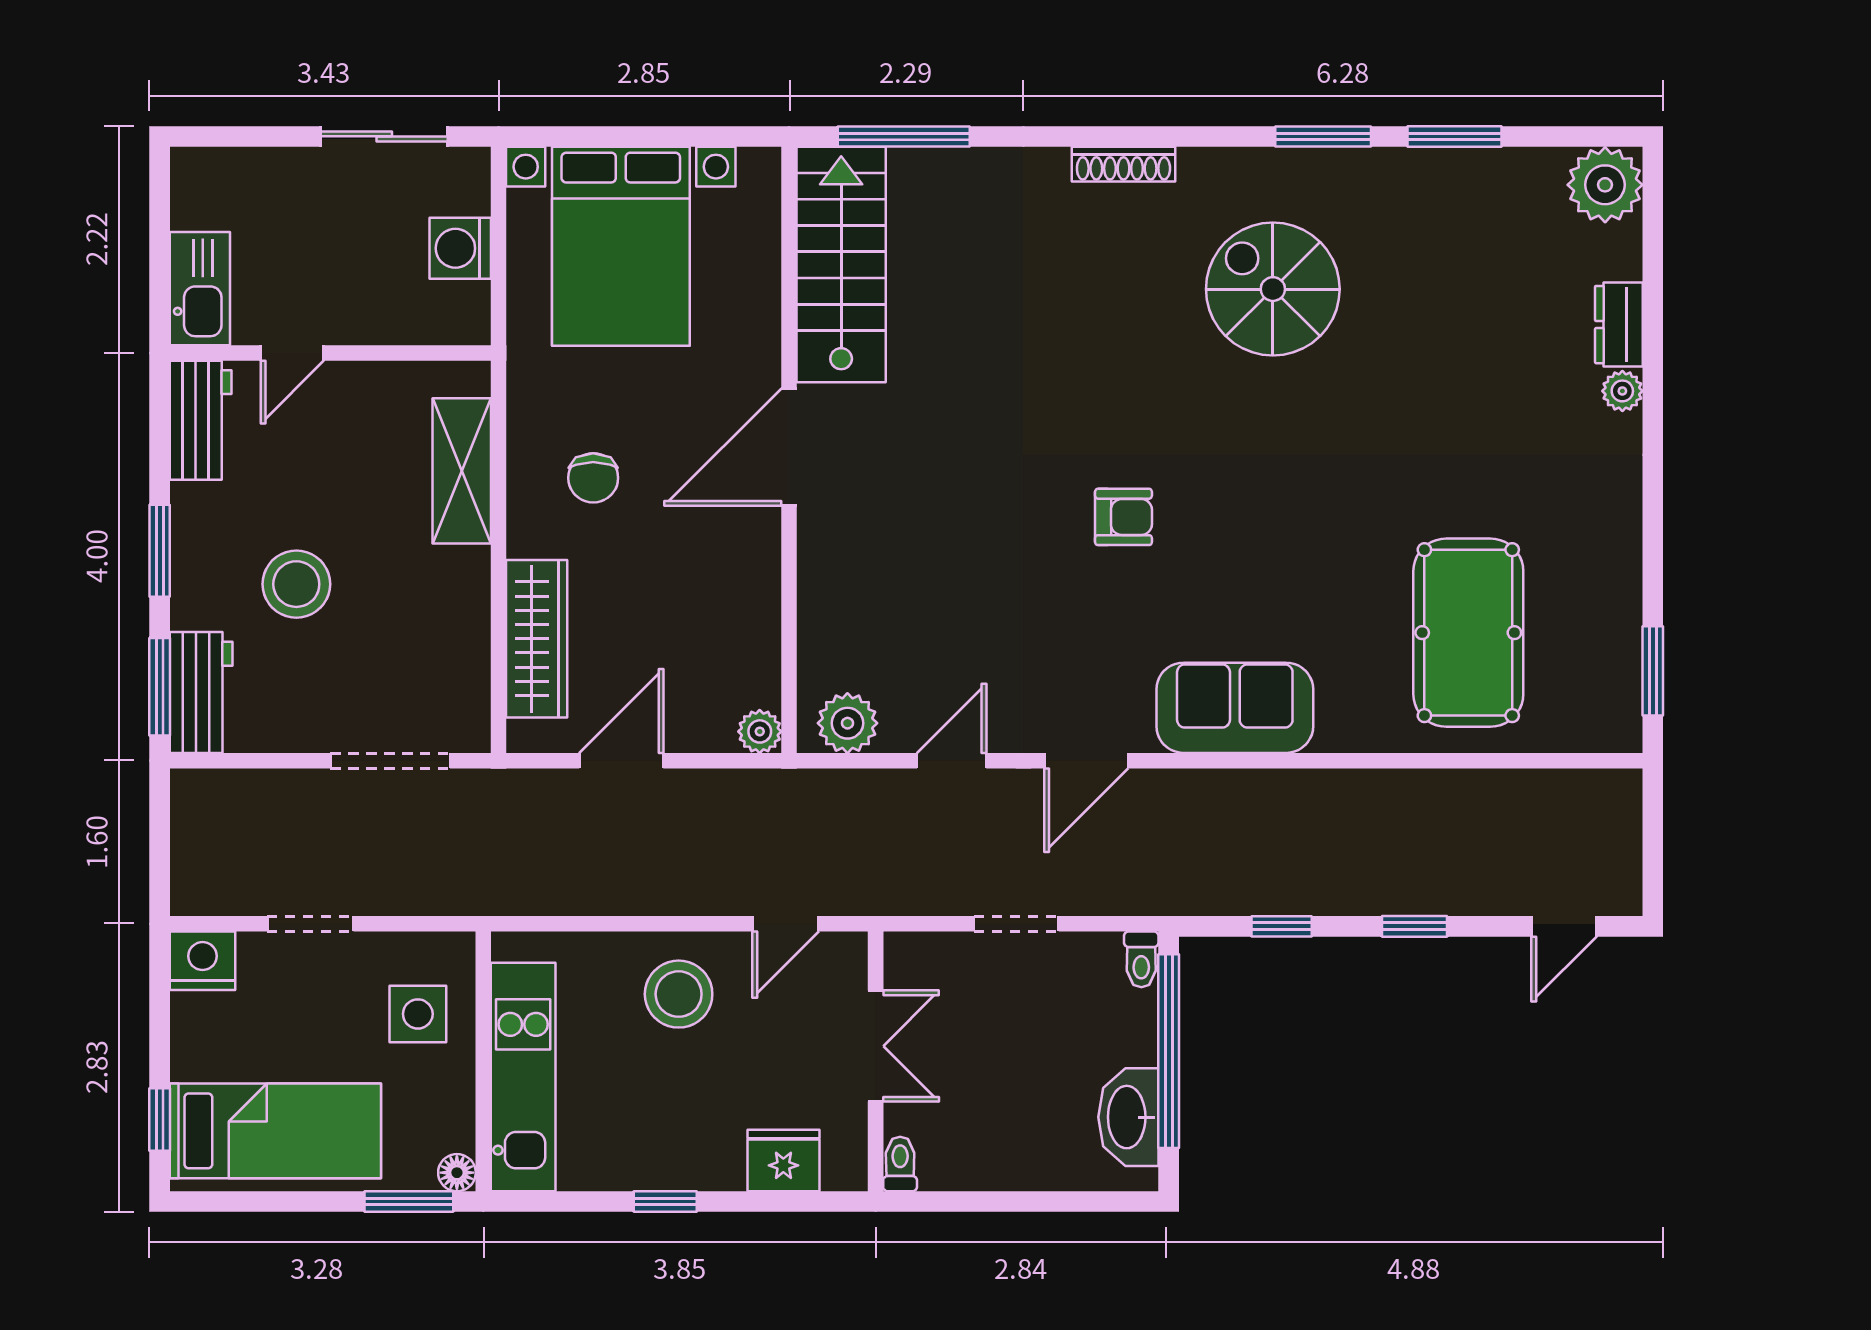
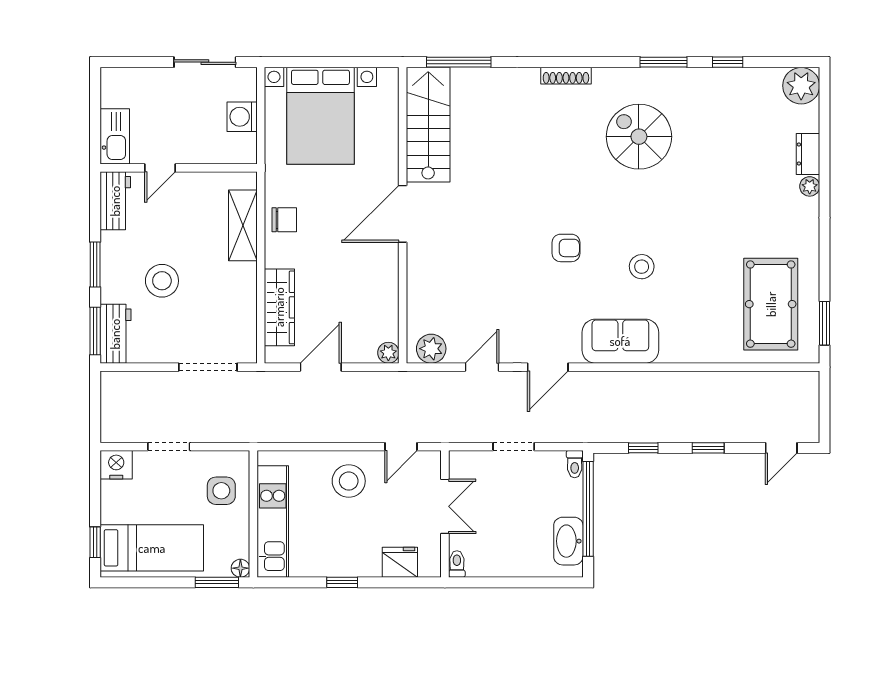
window: (1454, 136) -> (728, 62), width x0.67
chair: (593, 478) -> (284, 220), moved, turned -90
stool: (1278, 555) -> (642, 267), added
pool table: (1468, 633) -> (771, 304), moved

